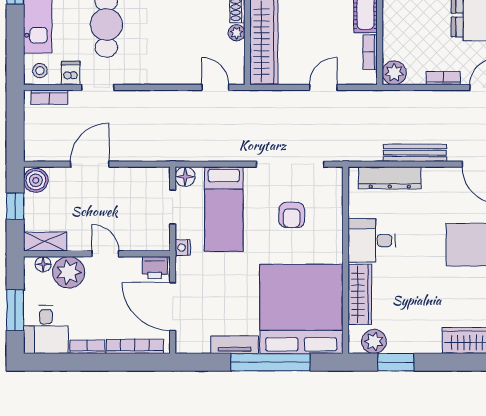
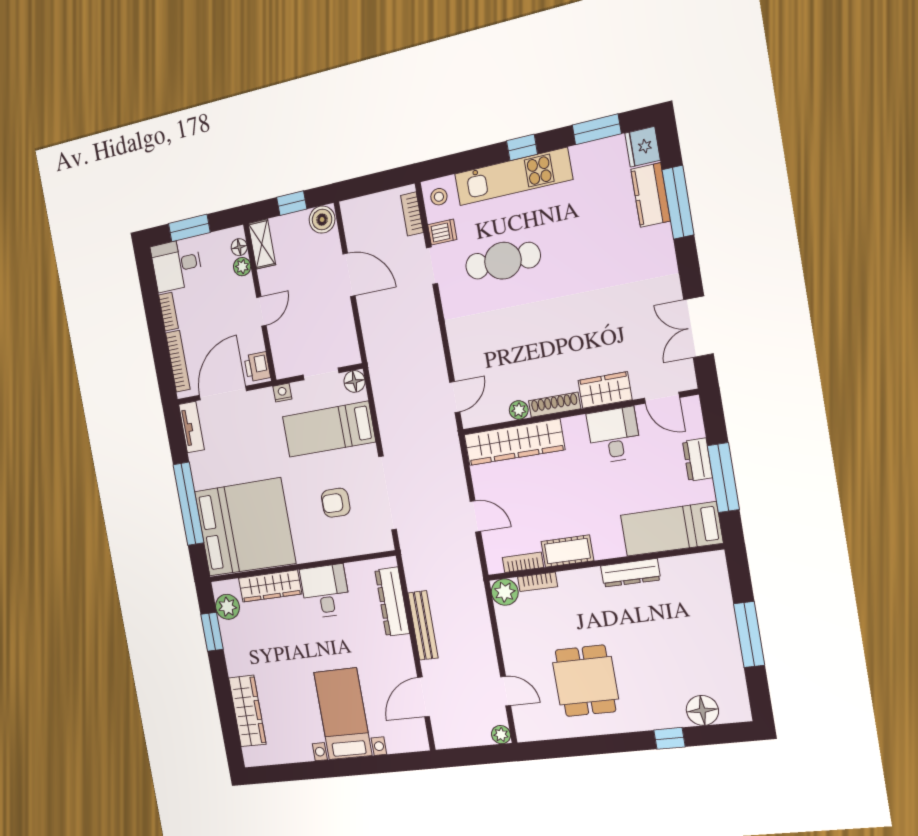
bookcase: (443, 78) -> (537, 582), moved, turned 90
plant: (69, 272) -> (242, 267), width x0.53, depth x0.53
tv unit: (235, 345) -> (191, 427), moved

